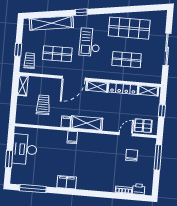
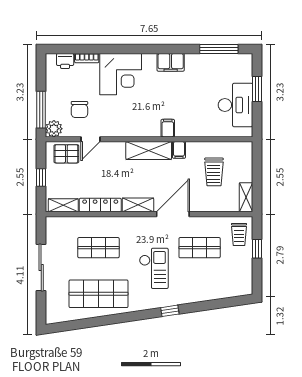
shelving: (51, 23) -> (212, 292), removed
plant: (150, 144) -> (54, 129), added
corner desk: (101, 177) -> (121, 74), added

